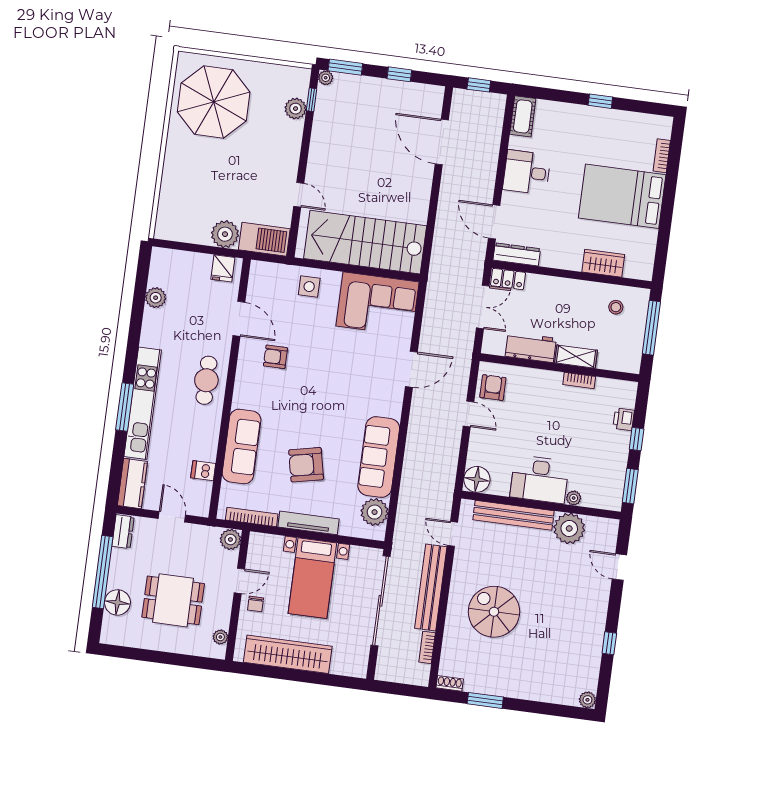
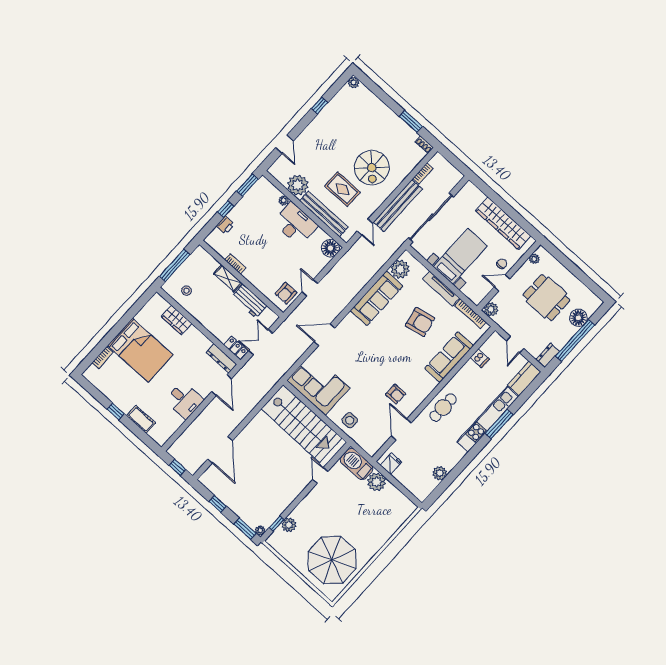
cot: (523, 116) -> (141, 419), moved, turned 90
rug: (512, 561) -> (342, 189), added

